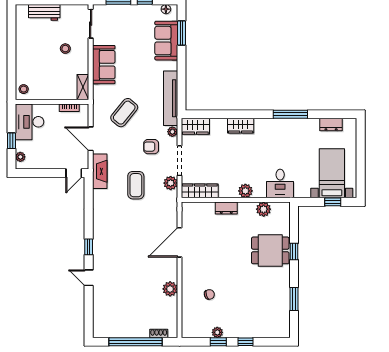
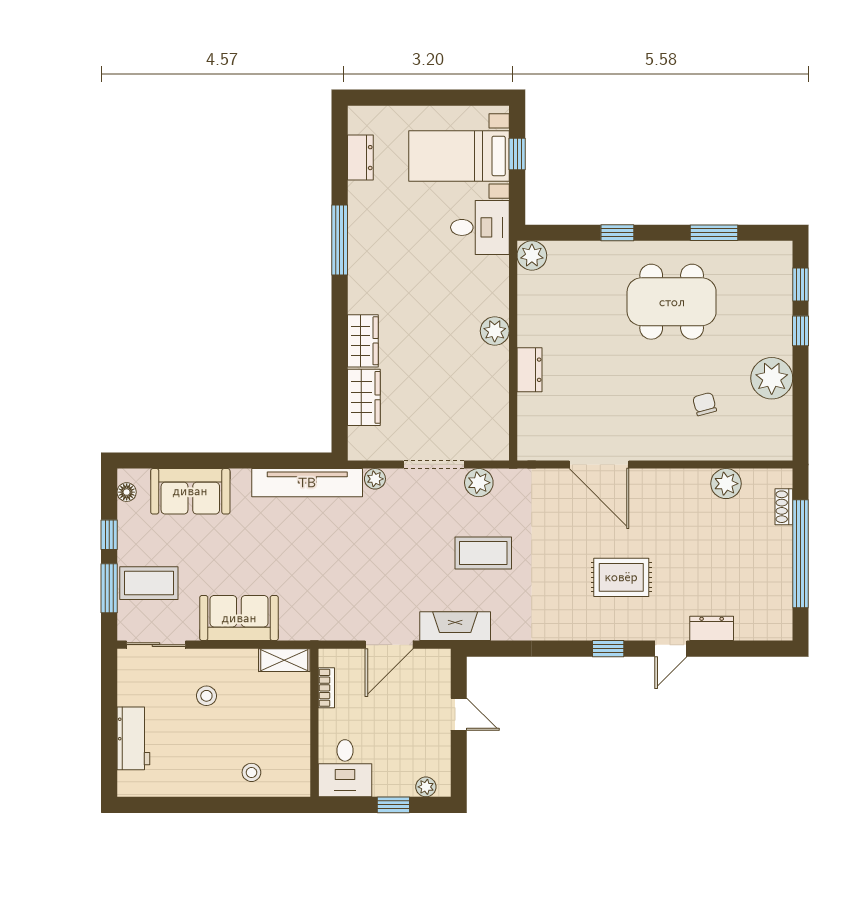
window: (181, 33) -> (175, 461), removed
stool: (24, 89) -> (251, 772), moved
coffee table: (124, 113) -> (149, 583), moved, turned -39
desk: (30, 122) -> (345, 768), width x0.73
wardrobe: (195, 126) -> (364, 397), moved
armchair: (151, 147) -> (405, 522), removed
door: (74, 173) -> (459, 714), moved
desk: (280, 184) -> (480, 227), moved
wardrobe: (200, 191) -> (495, 423), removed
plant: (264, 209) -> (532, 255), moved
dining table: (270, 250) -> (672, 302), moved, width x1.38
rug: (124, 253) -> (621, 577), added
plant: (170, 289) -> (726, 484), moved
dresser: (99, 298) -> (712, 628), added
plant: (217, 332) -> (772, 378), width x1.87, depth x1.87
window: (218, 342) -> (800, 284), moved

